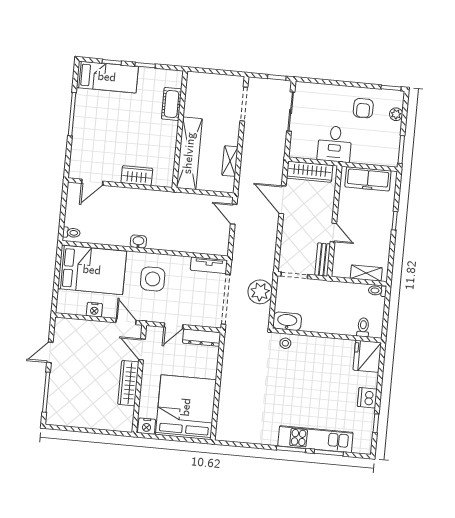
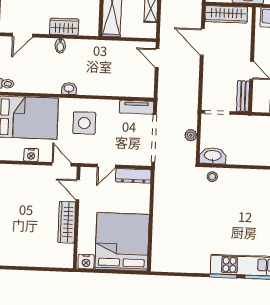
bidet: (132, 196) -> (60, 46), added
plant: (260, 292) -> (191, 135), width x0.53, depth x0.53

